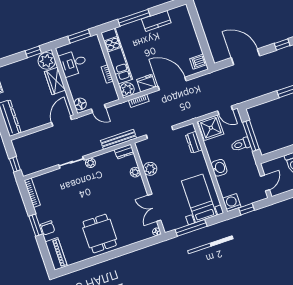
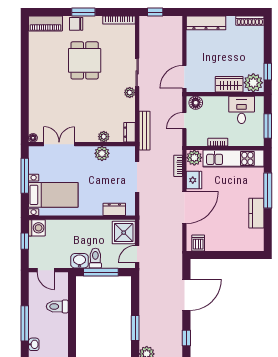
door: (62, 121) -> (184, 77), swing flipped
washbasin: (219, 168) -> (80, 261), moved, turned 180
dining table: (100, 234) -> (85, 60), moved, turned 90

